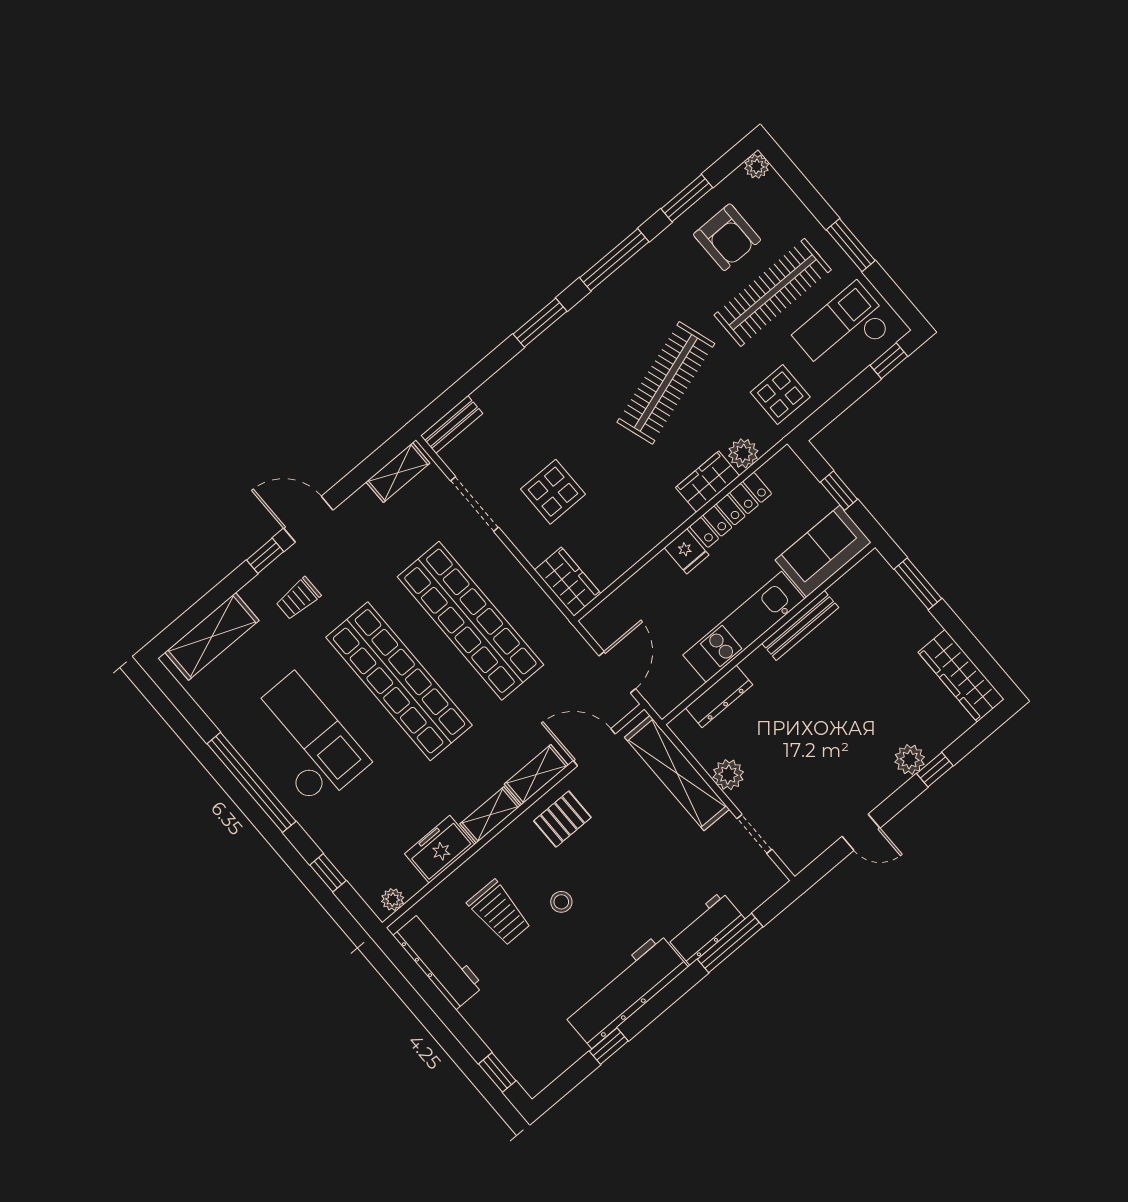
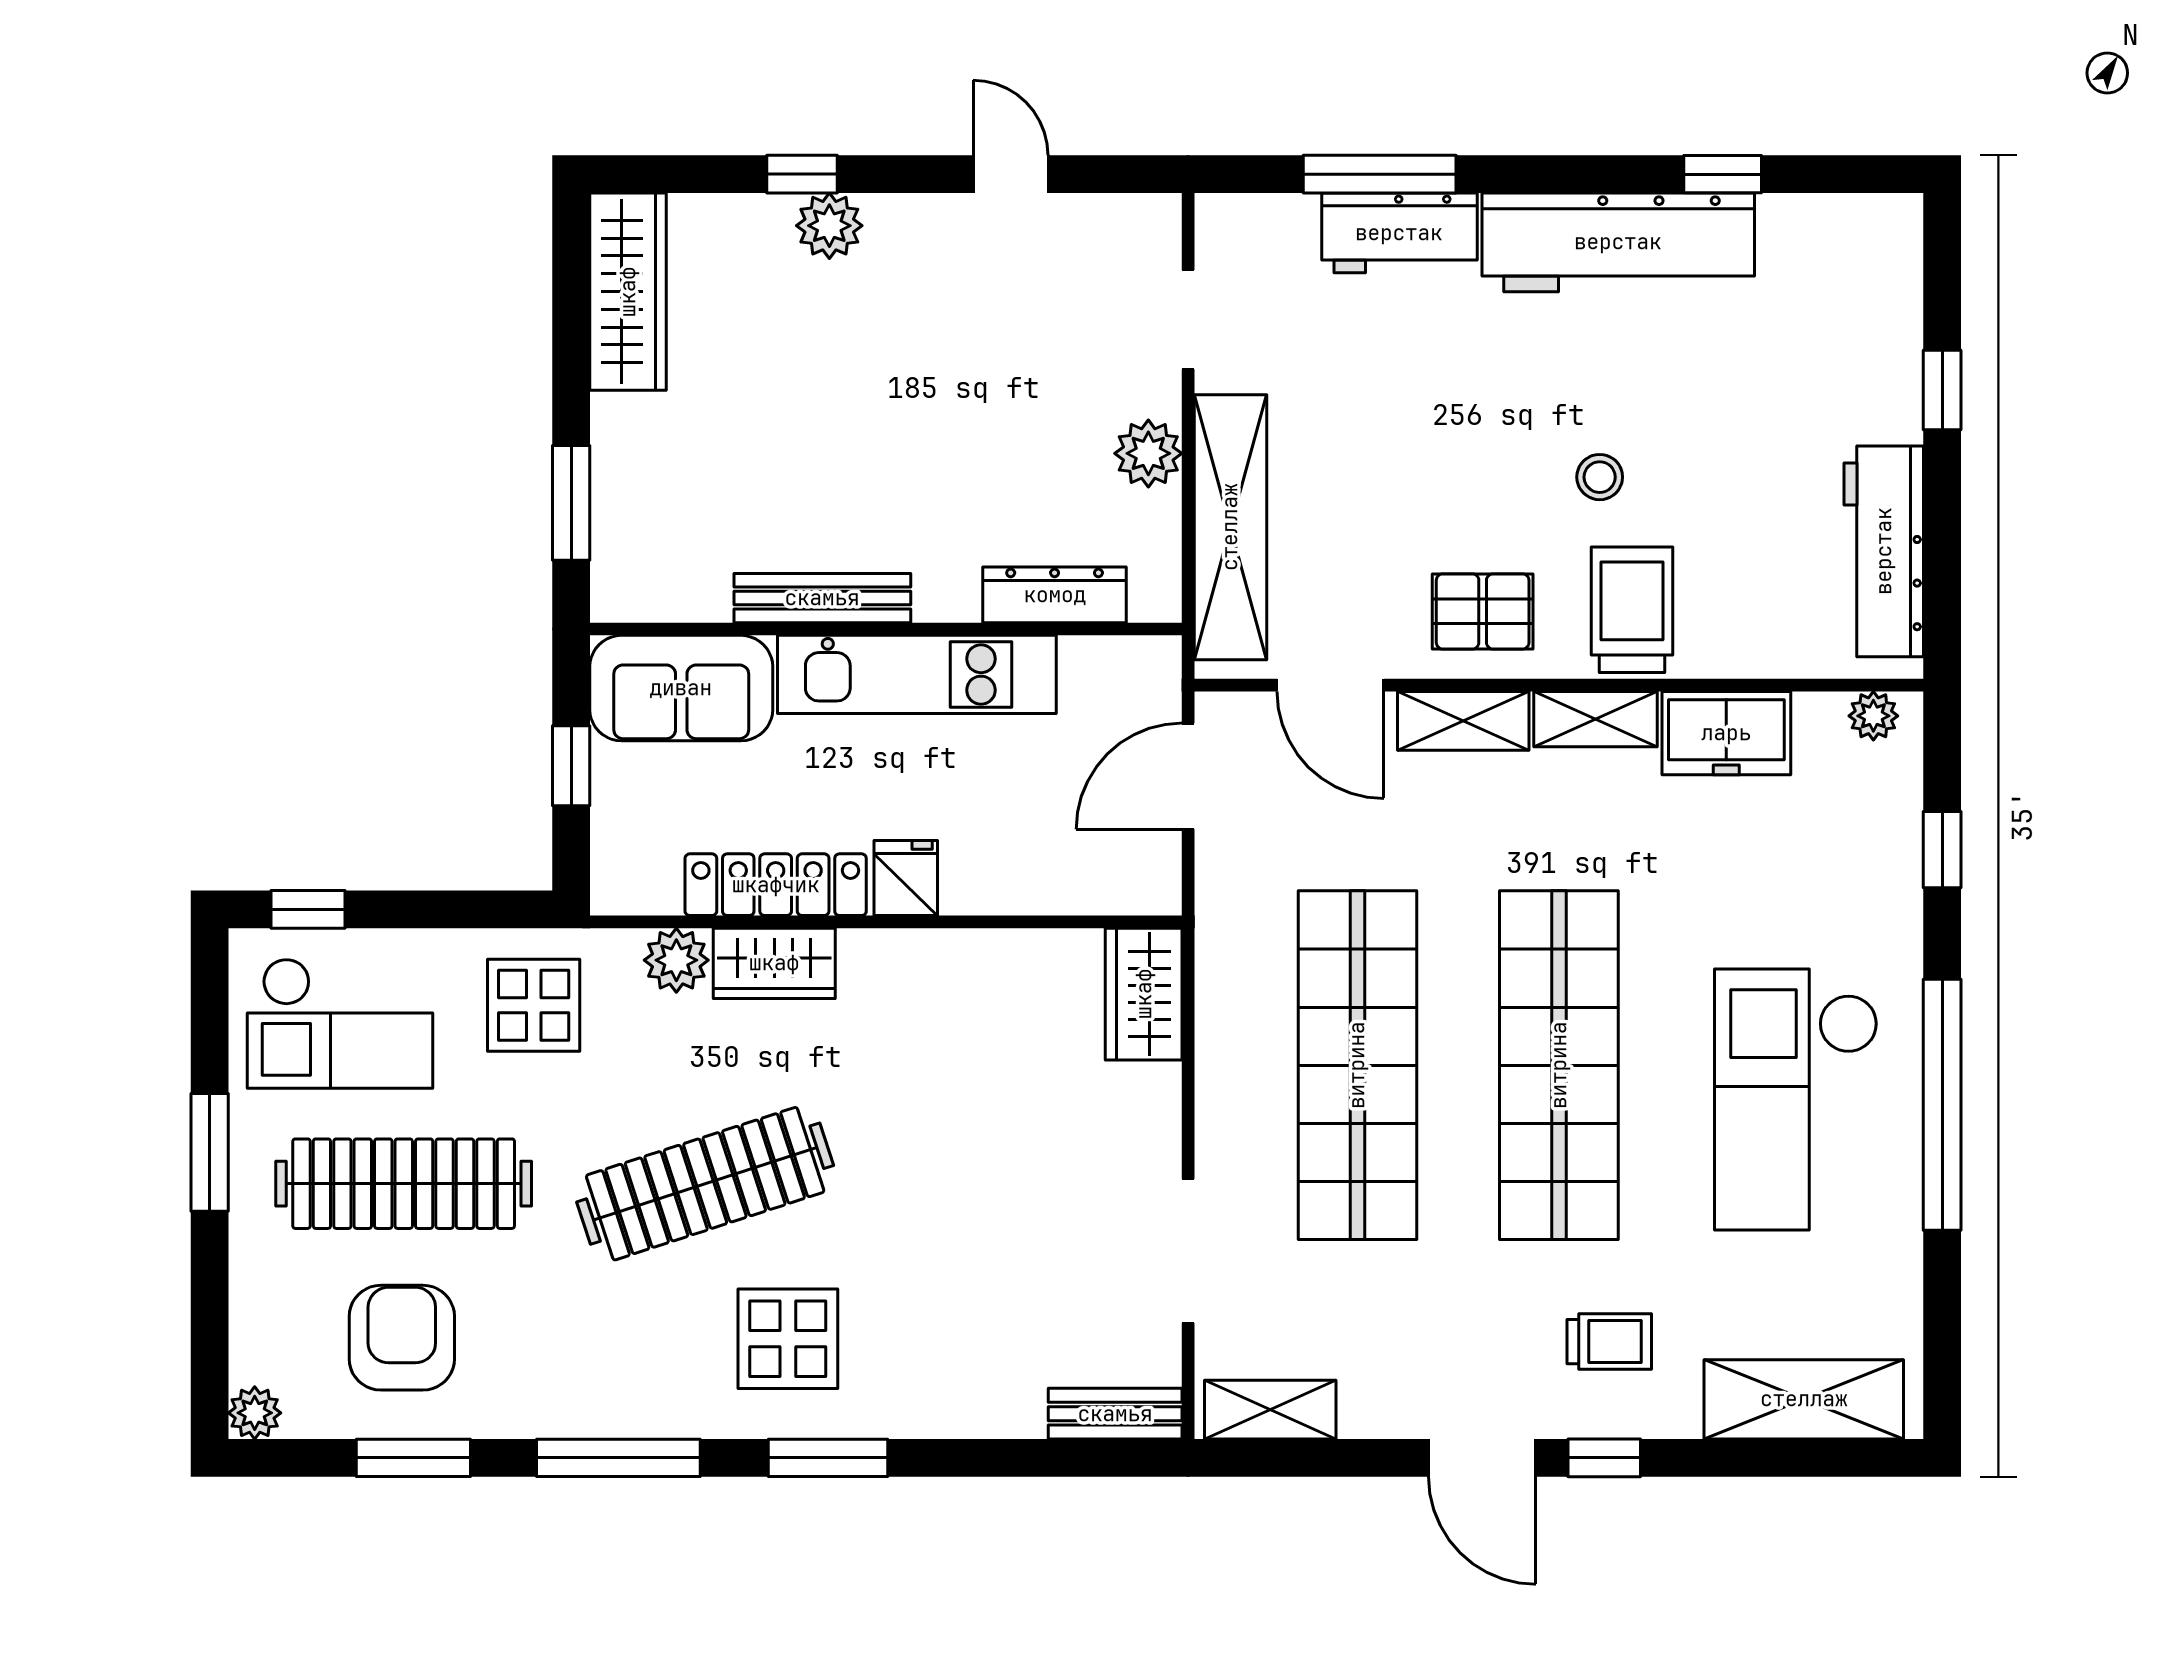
display table: (553, 492) -> (788, 1339), moved
trolley: (499, 913) -> (1632, 610), moved
window: (497, 1072) -> (1942, 390), moved

